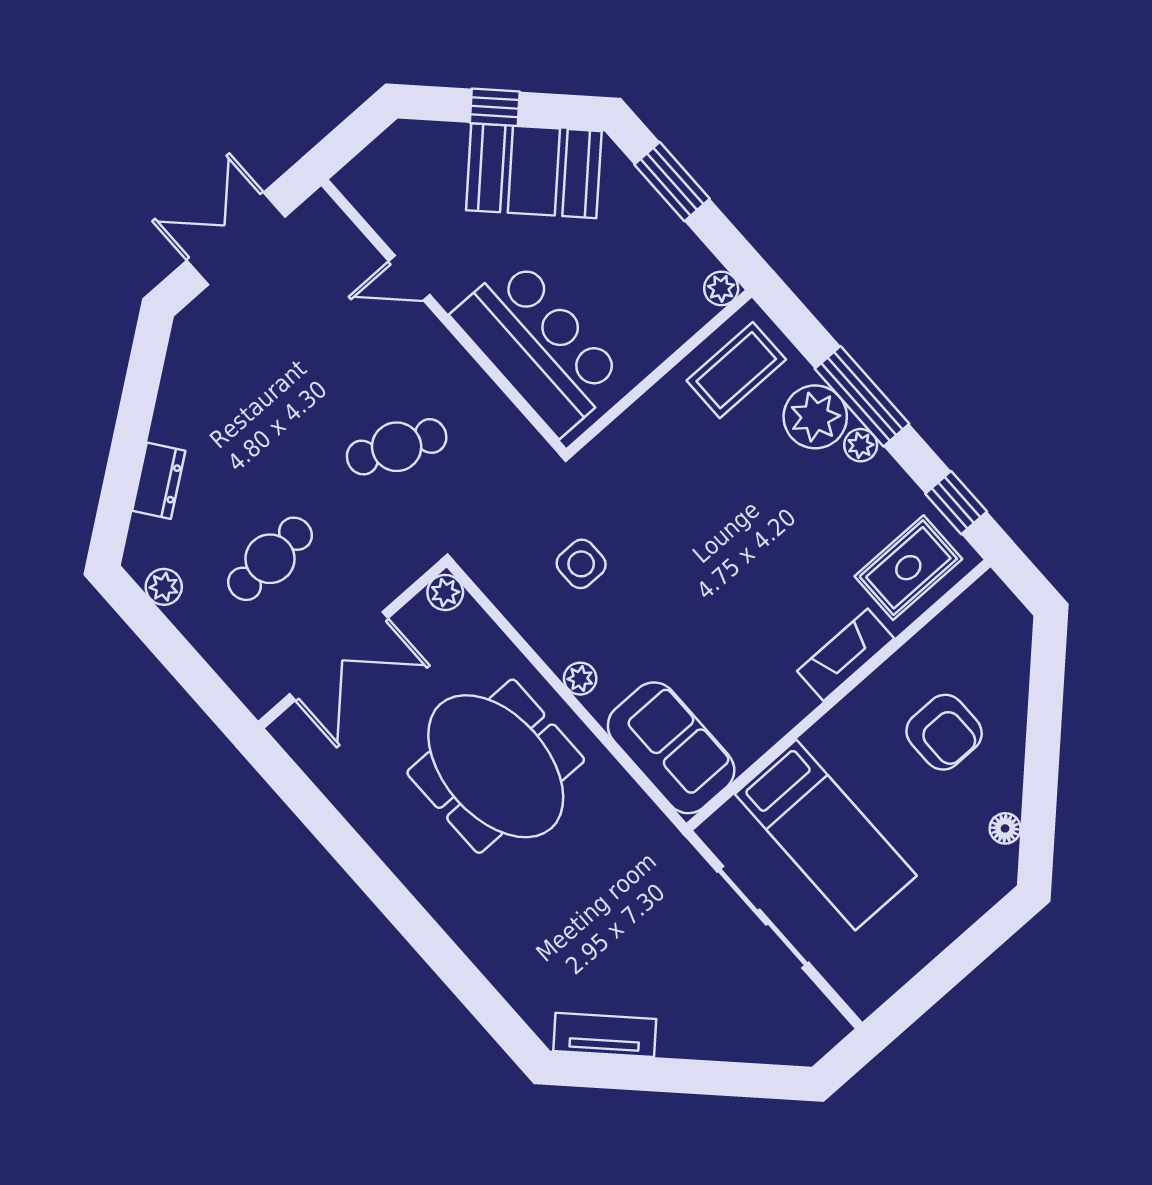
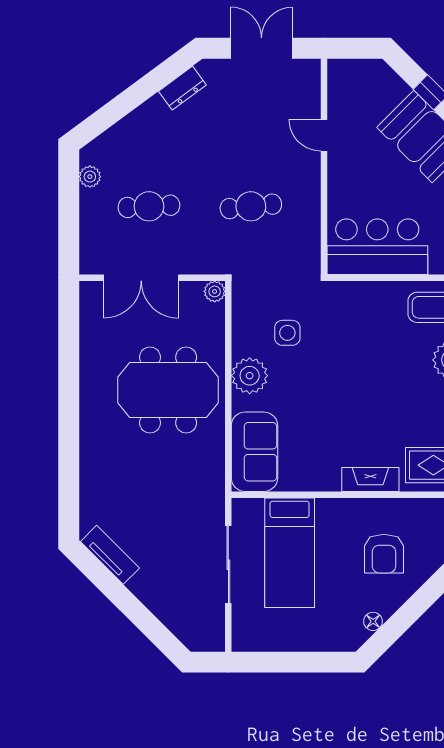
bar counter: (539, 346) -> (377, 247), moved, turned -90
cafe table: (397, 447) -> (251, 206), turned -30
dresser: (159, 481) -> (182, 88), moved
plant: (580, 679) -> (250, 376), width x1.88, depth x1.88
meeting table: (496, 766) -> (168, 390), turned 90

